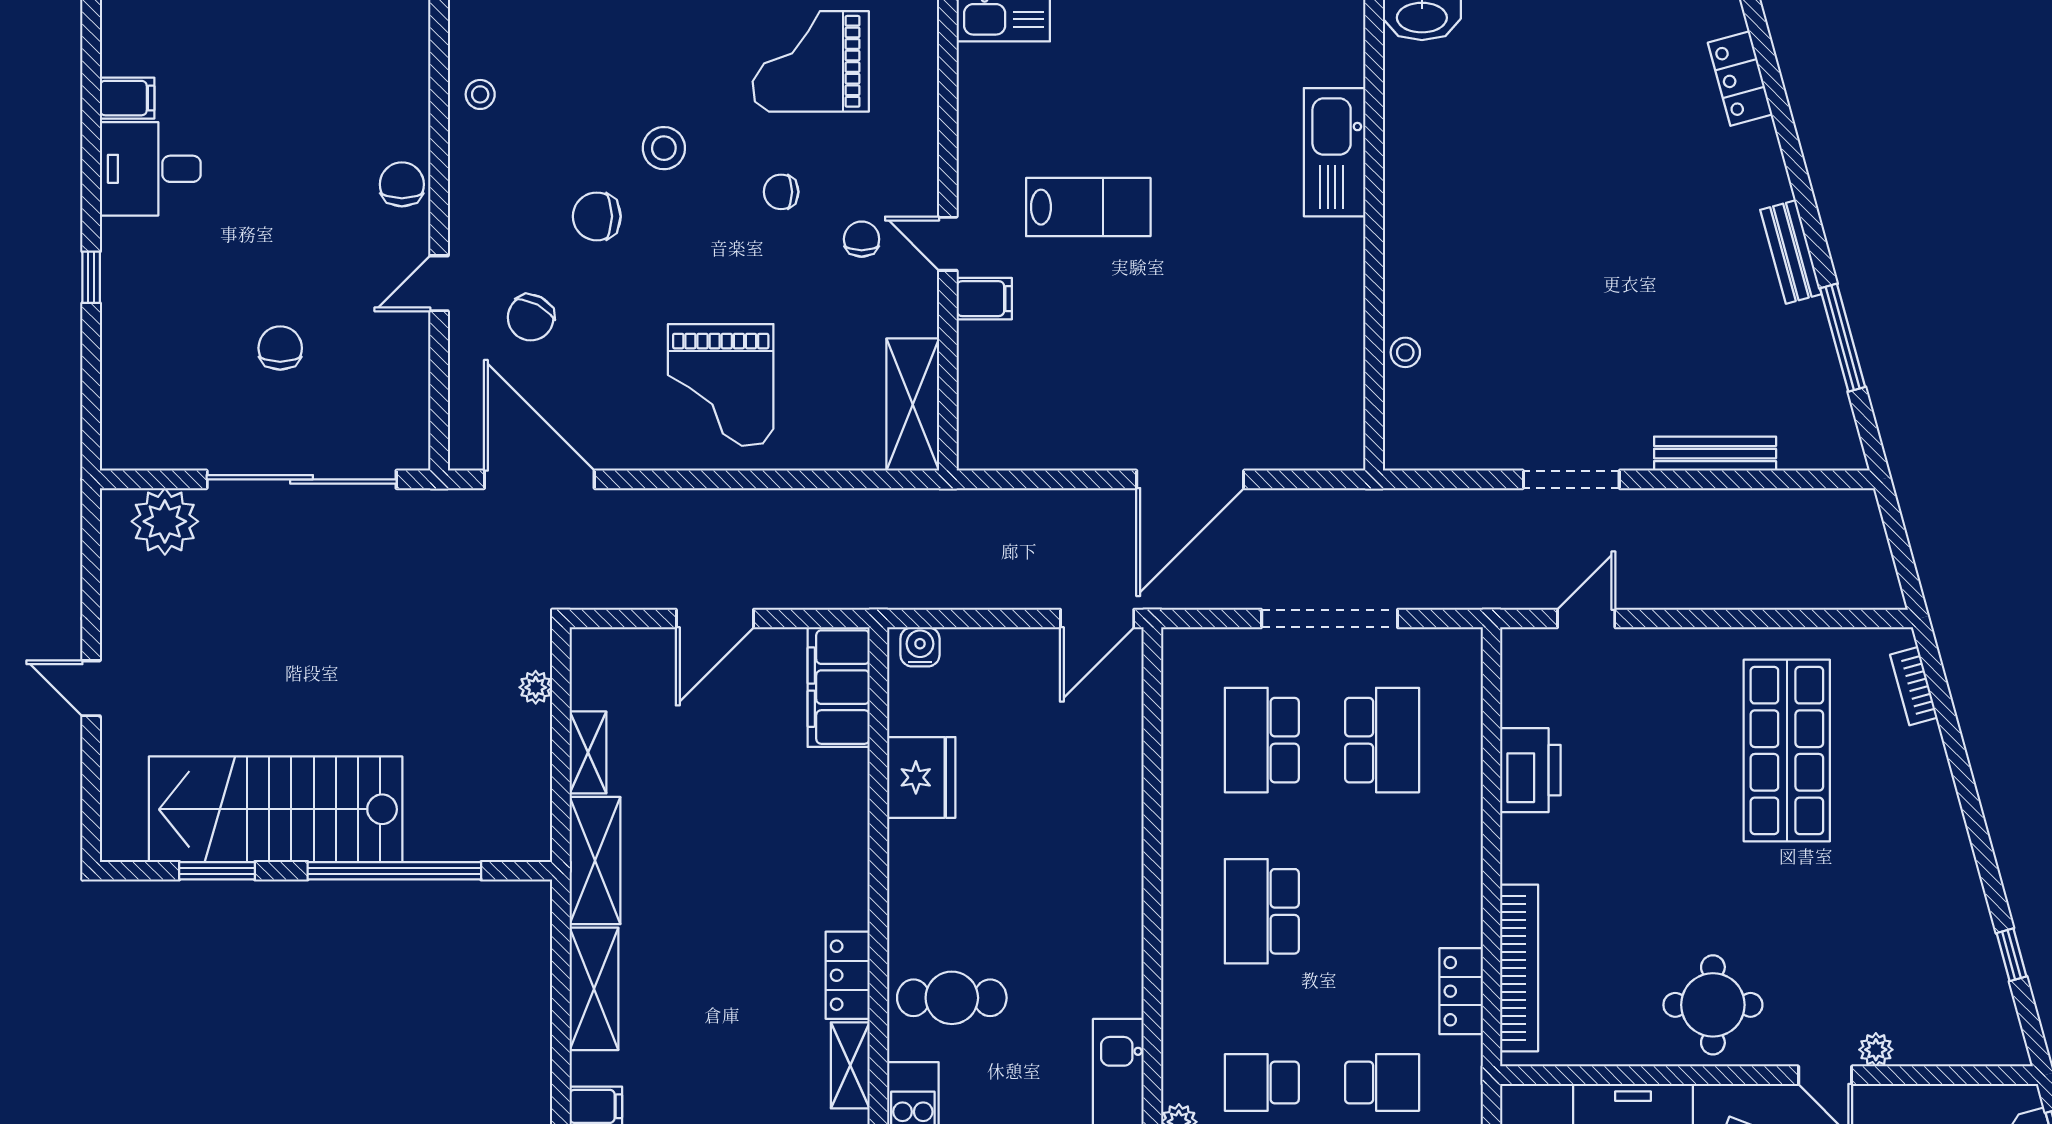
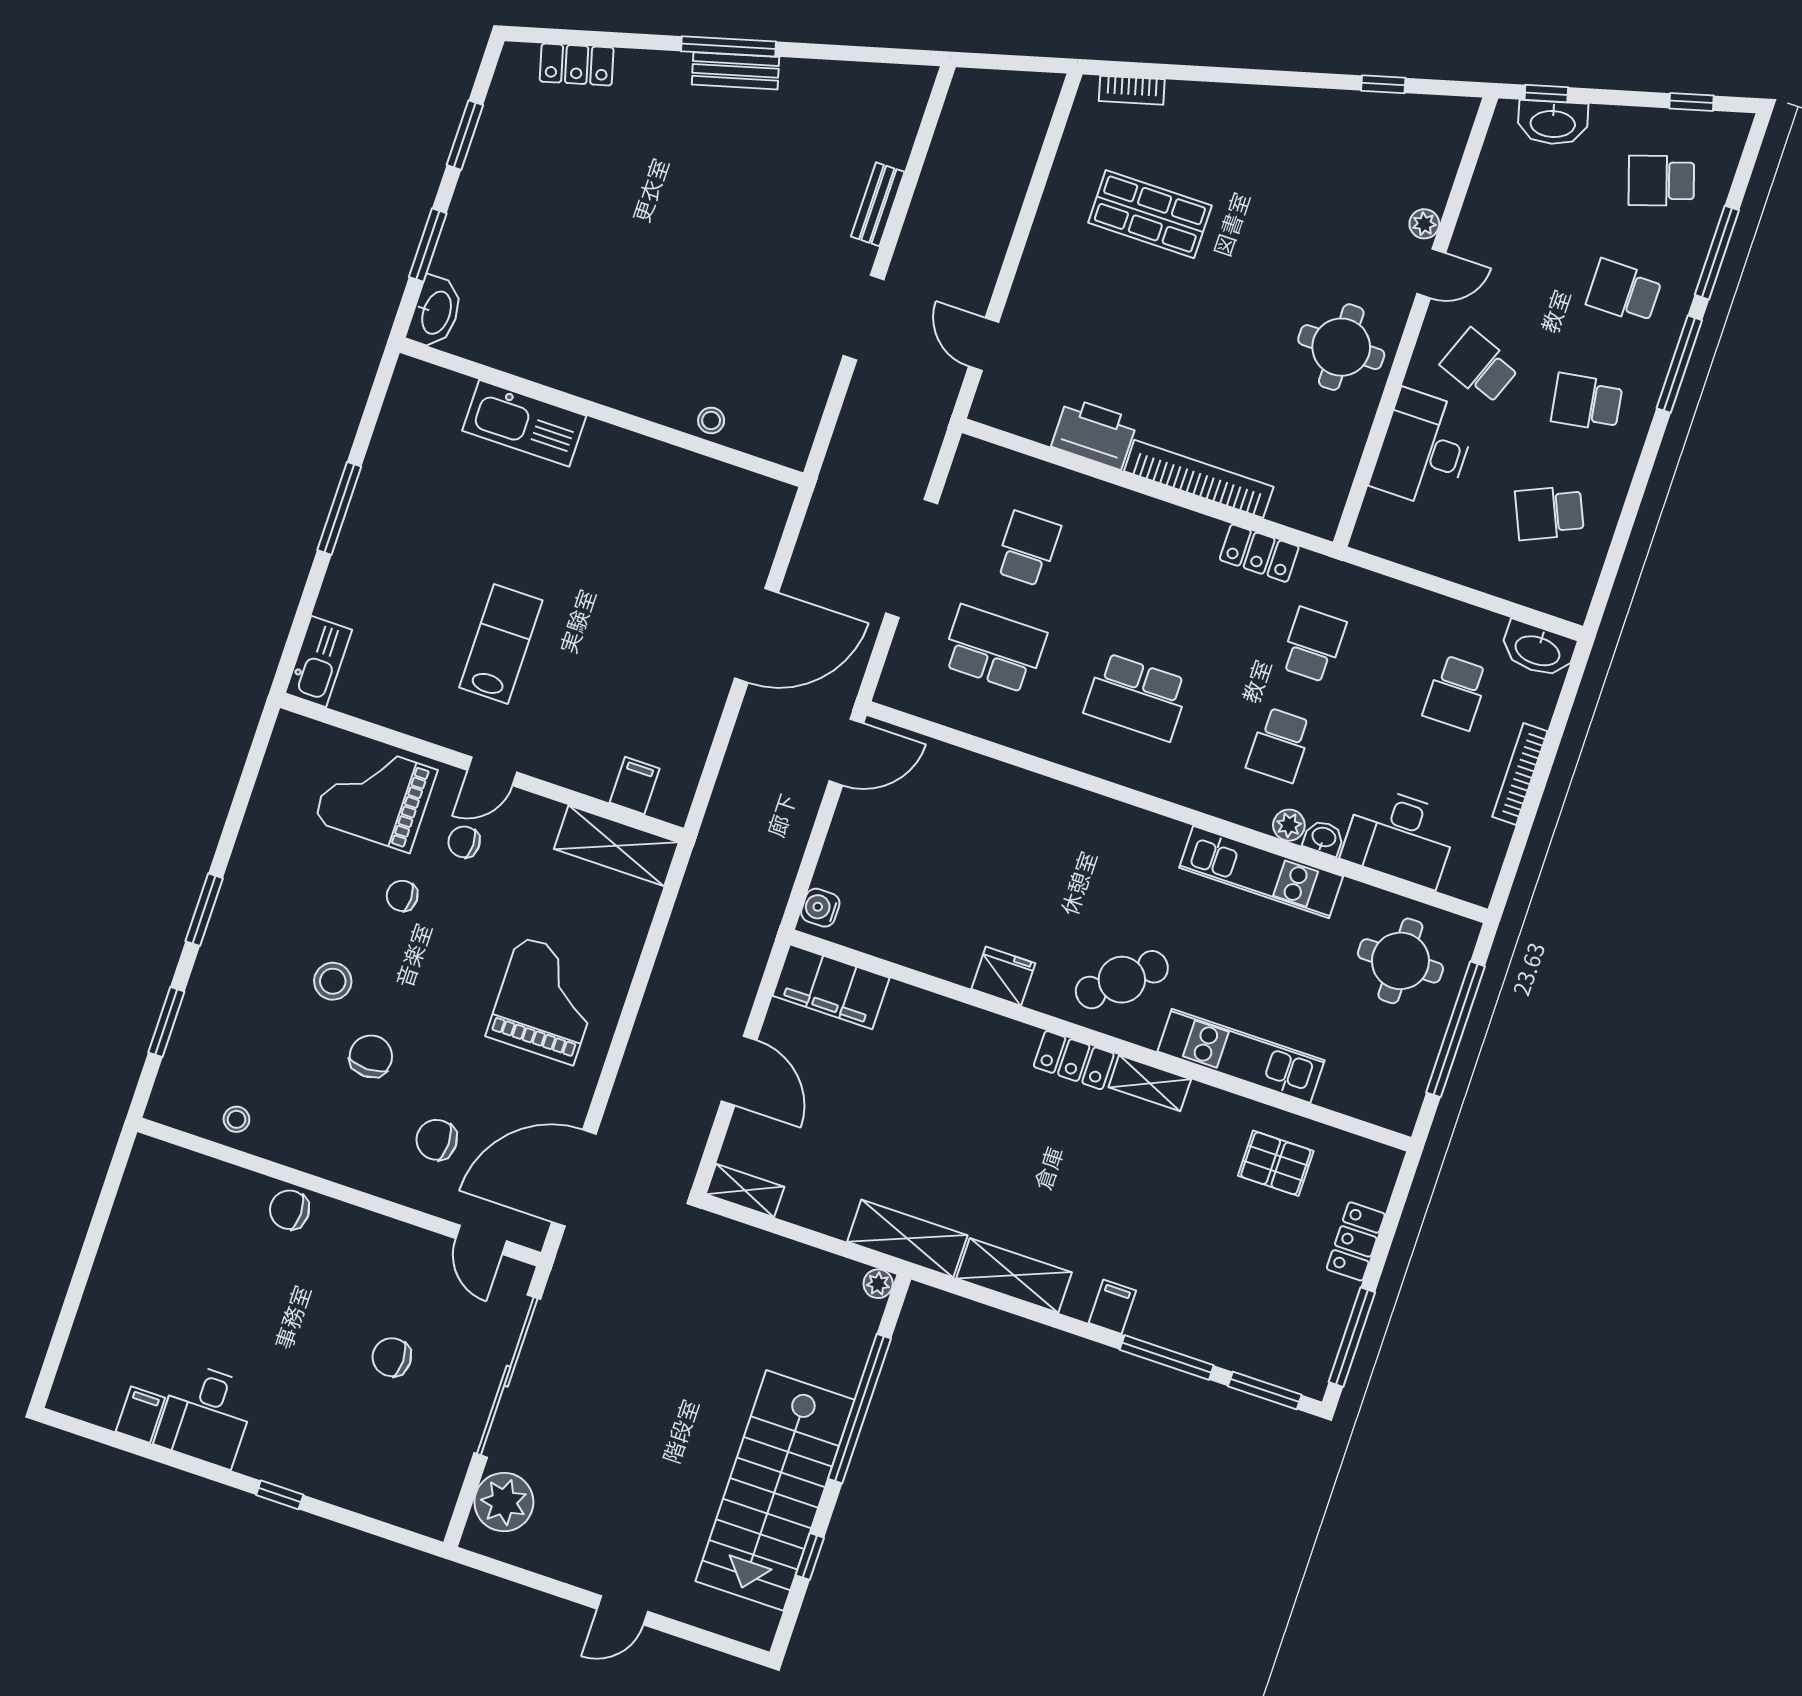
grand piano: (811, 61) -> (375, 795), moved, turned 90
chair: (781, 192) -> (402, 896), turned 90
chair: (597, 216) -> (371, 1056), turned 180
door: (439, 283) -> (481, 1240), moved
filing cabinet: (984, 299) -> (635, 785), moved
chair: (531, 318) -> (437, 1140), turned 152
window: (1843, 338) -> (728, 46), moved
grand piano: (721, 385) -> (546, 1000), turned -90
bench: (1715, 454) -> (878, 204), width x0.73
door: (1190, 479) -> (757, 635), hinge flipped
door: (1097, 619) -> (846, 752), hinge flipped
plant: (536, 687) -> (878, 1284), moved
school desk: (1262, 740) -> (994, 649), turned 180
school desk: (1382, 740) -> (1028, 549), width x0.54
shop shelf: (1787, 751) -> (1150, 214), width x0.70, depth x0.74
shelving: (588, 752) -> (745, 1190), moved
fridge: (921, 777) -> (1003, 976), moved, width x0.73, depth x0.75
window: (217, 871) -> (810, 1556), width x0.67
bookcase: (1519, 968) -> (1199, 479), moved
cafe table: (952, 998) -> (1122, 980), turned 49

